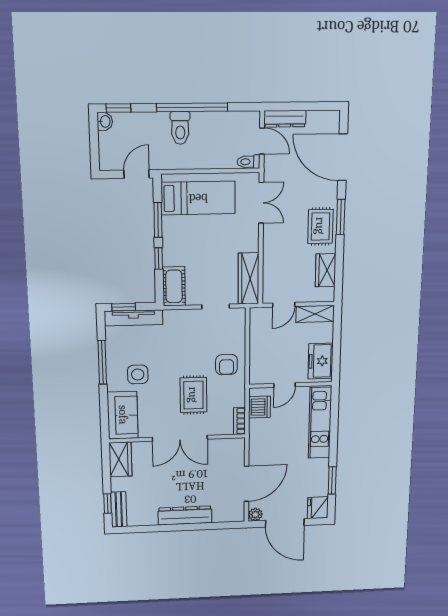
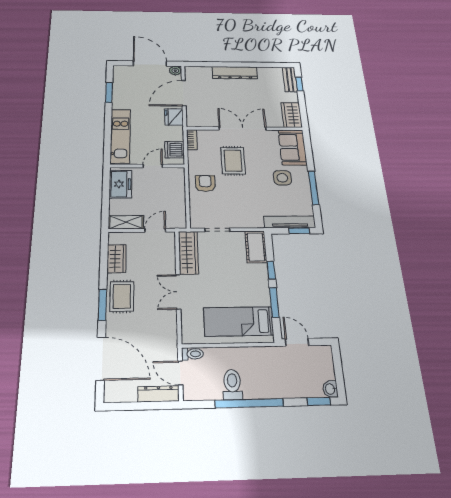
toilet: (180, 128) -> (232, 385), moved
door: (137, 174) -> (297, 342), swing flipped
double door: (261, 203) -> (178, 292), moved
fridge: (318, 508) -> (174, 117), moved, turned 180

